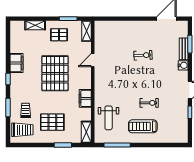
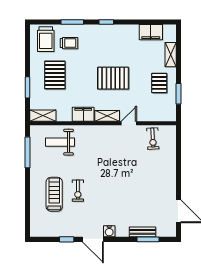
shelving: (87, 31) -> (107, 116), moved
exercise bike: (143, 55) -> (153, 139), moved
door: (93, 60) -> (129, 123), hinge flipped
filing cabinet: (17, 63) -> (151, 32), moved
water cooler: (183, 65) -> (109, 231), moved
pallet: (55, 73) -> (113, 78), width x0.73, depth x0.71
treadmill: (143, 126) -> (54, 194), moved

